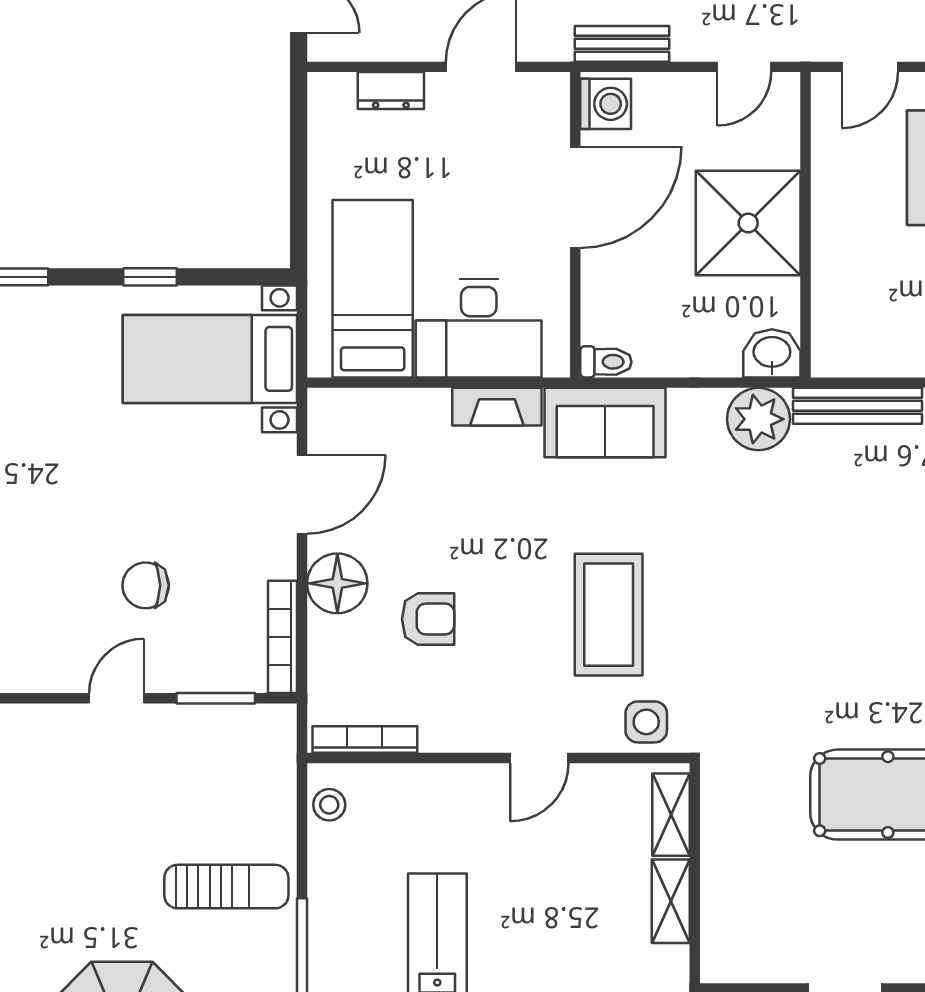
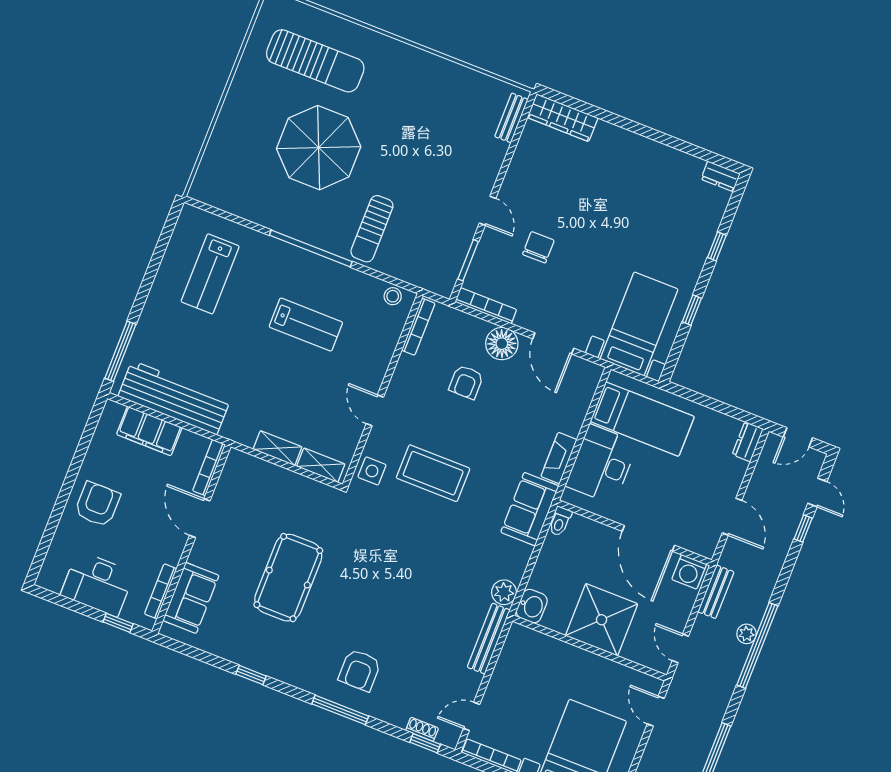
dresser: (391, 91) -> (748, 442), moved
plant: (758, 419) -> (504, 592), width x0.73, depth x0.73

